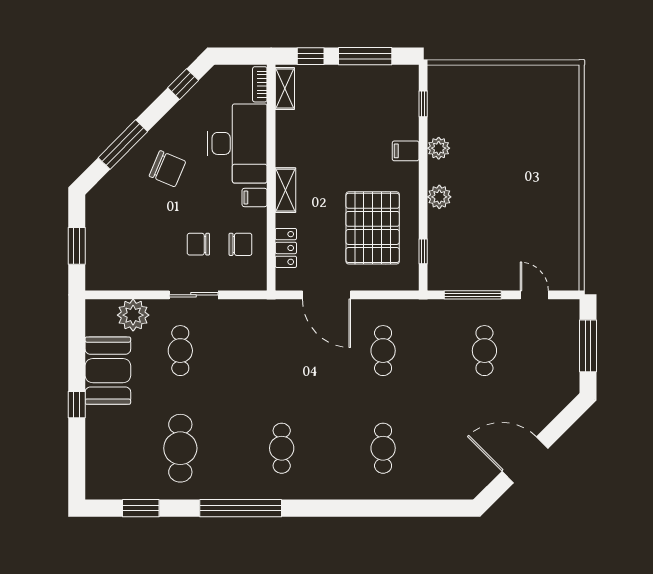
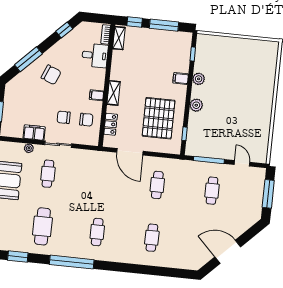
desk: (237, 143) -> (95, 55), width x0.53, depth x0.77
filing cabinet: (147, 278) -> (34, 133), added
plant: (133, 315) -> (29, 148), width x0.53, depth x0.53

